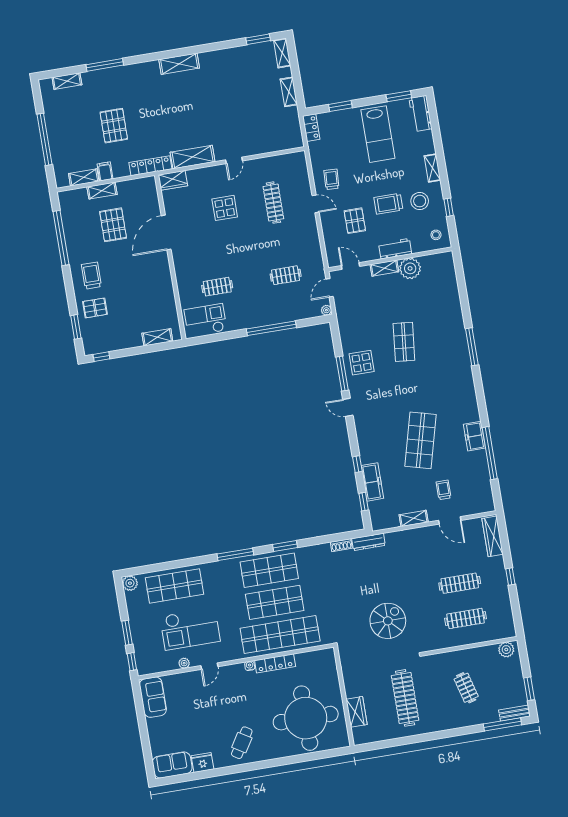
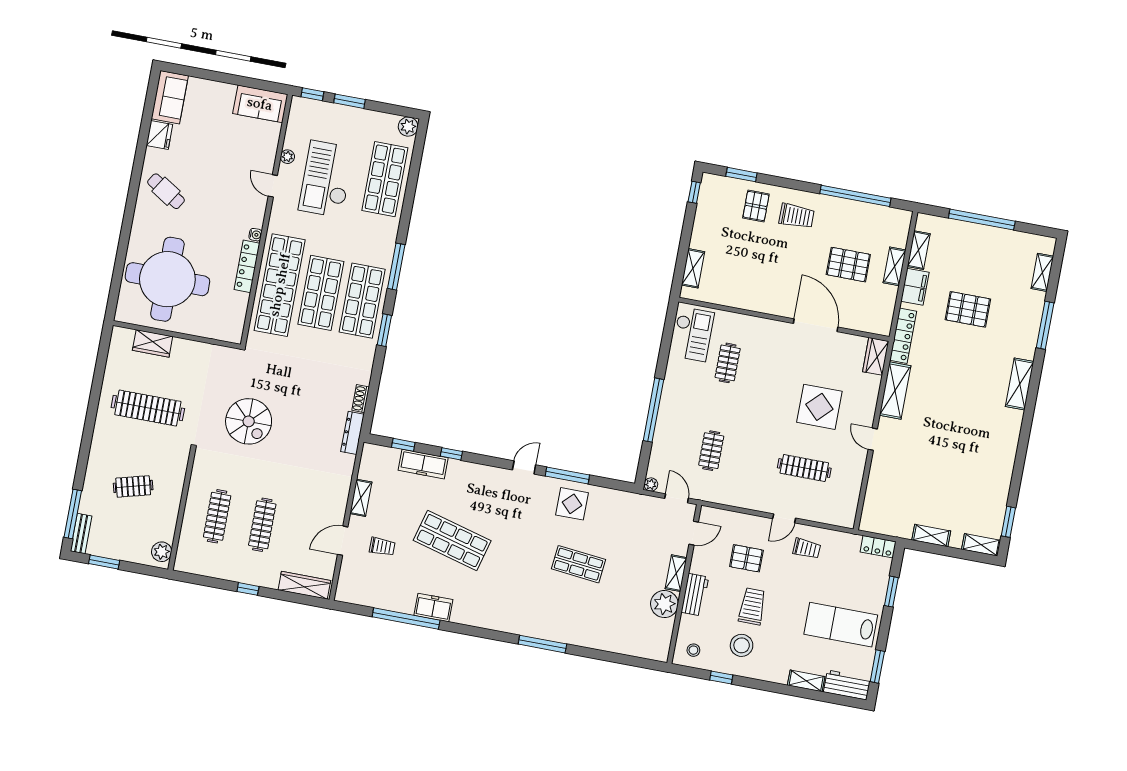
shelving: (179, 64) -> (1020, 384), moved
shelving: (432, 168) -> (806, 681), moved
filing cabinet: (105, 171) -> (915, 287), width x2.00
display table: (225, 208) -> (819, 407), width x1.36, depth x1.36

